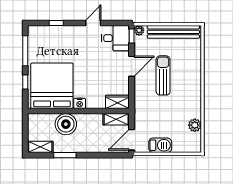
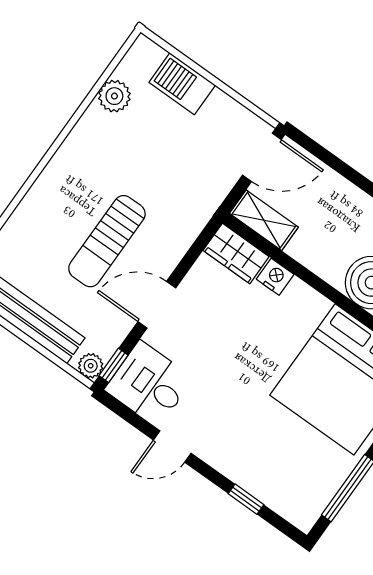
nightstand: (80, 103) -> (275, 277), moved
barbecue: (160, 145) -> (182, 84), moved

